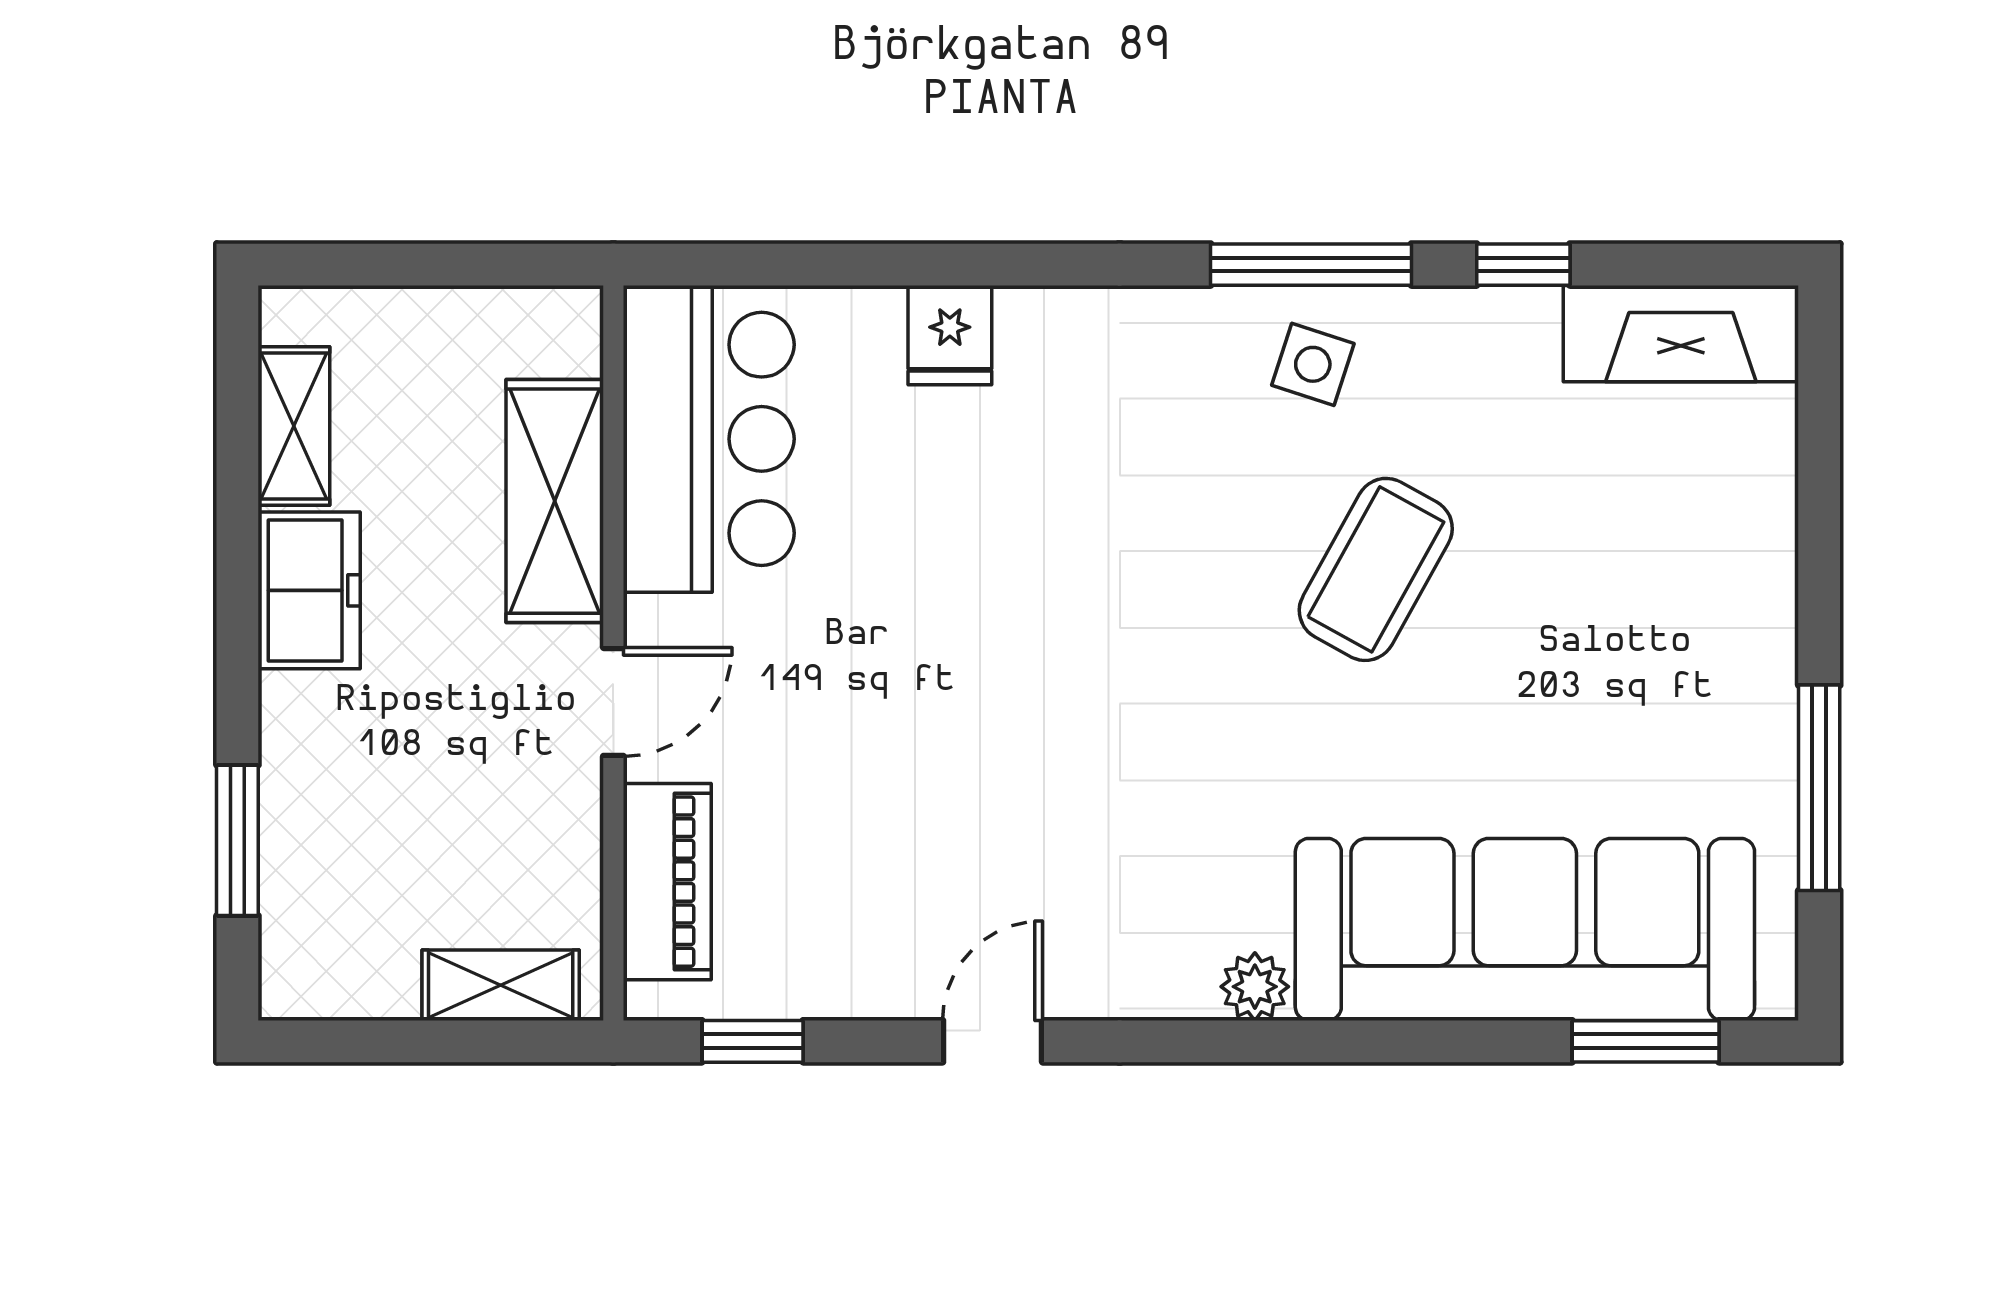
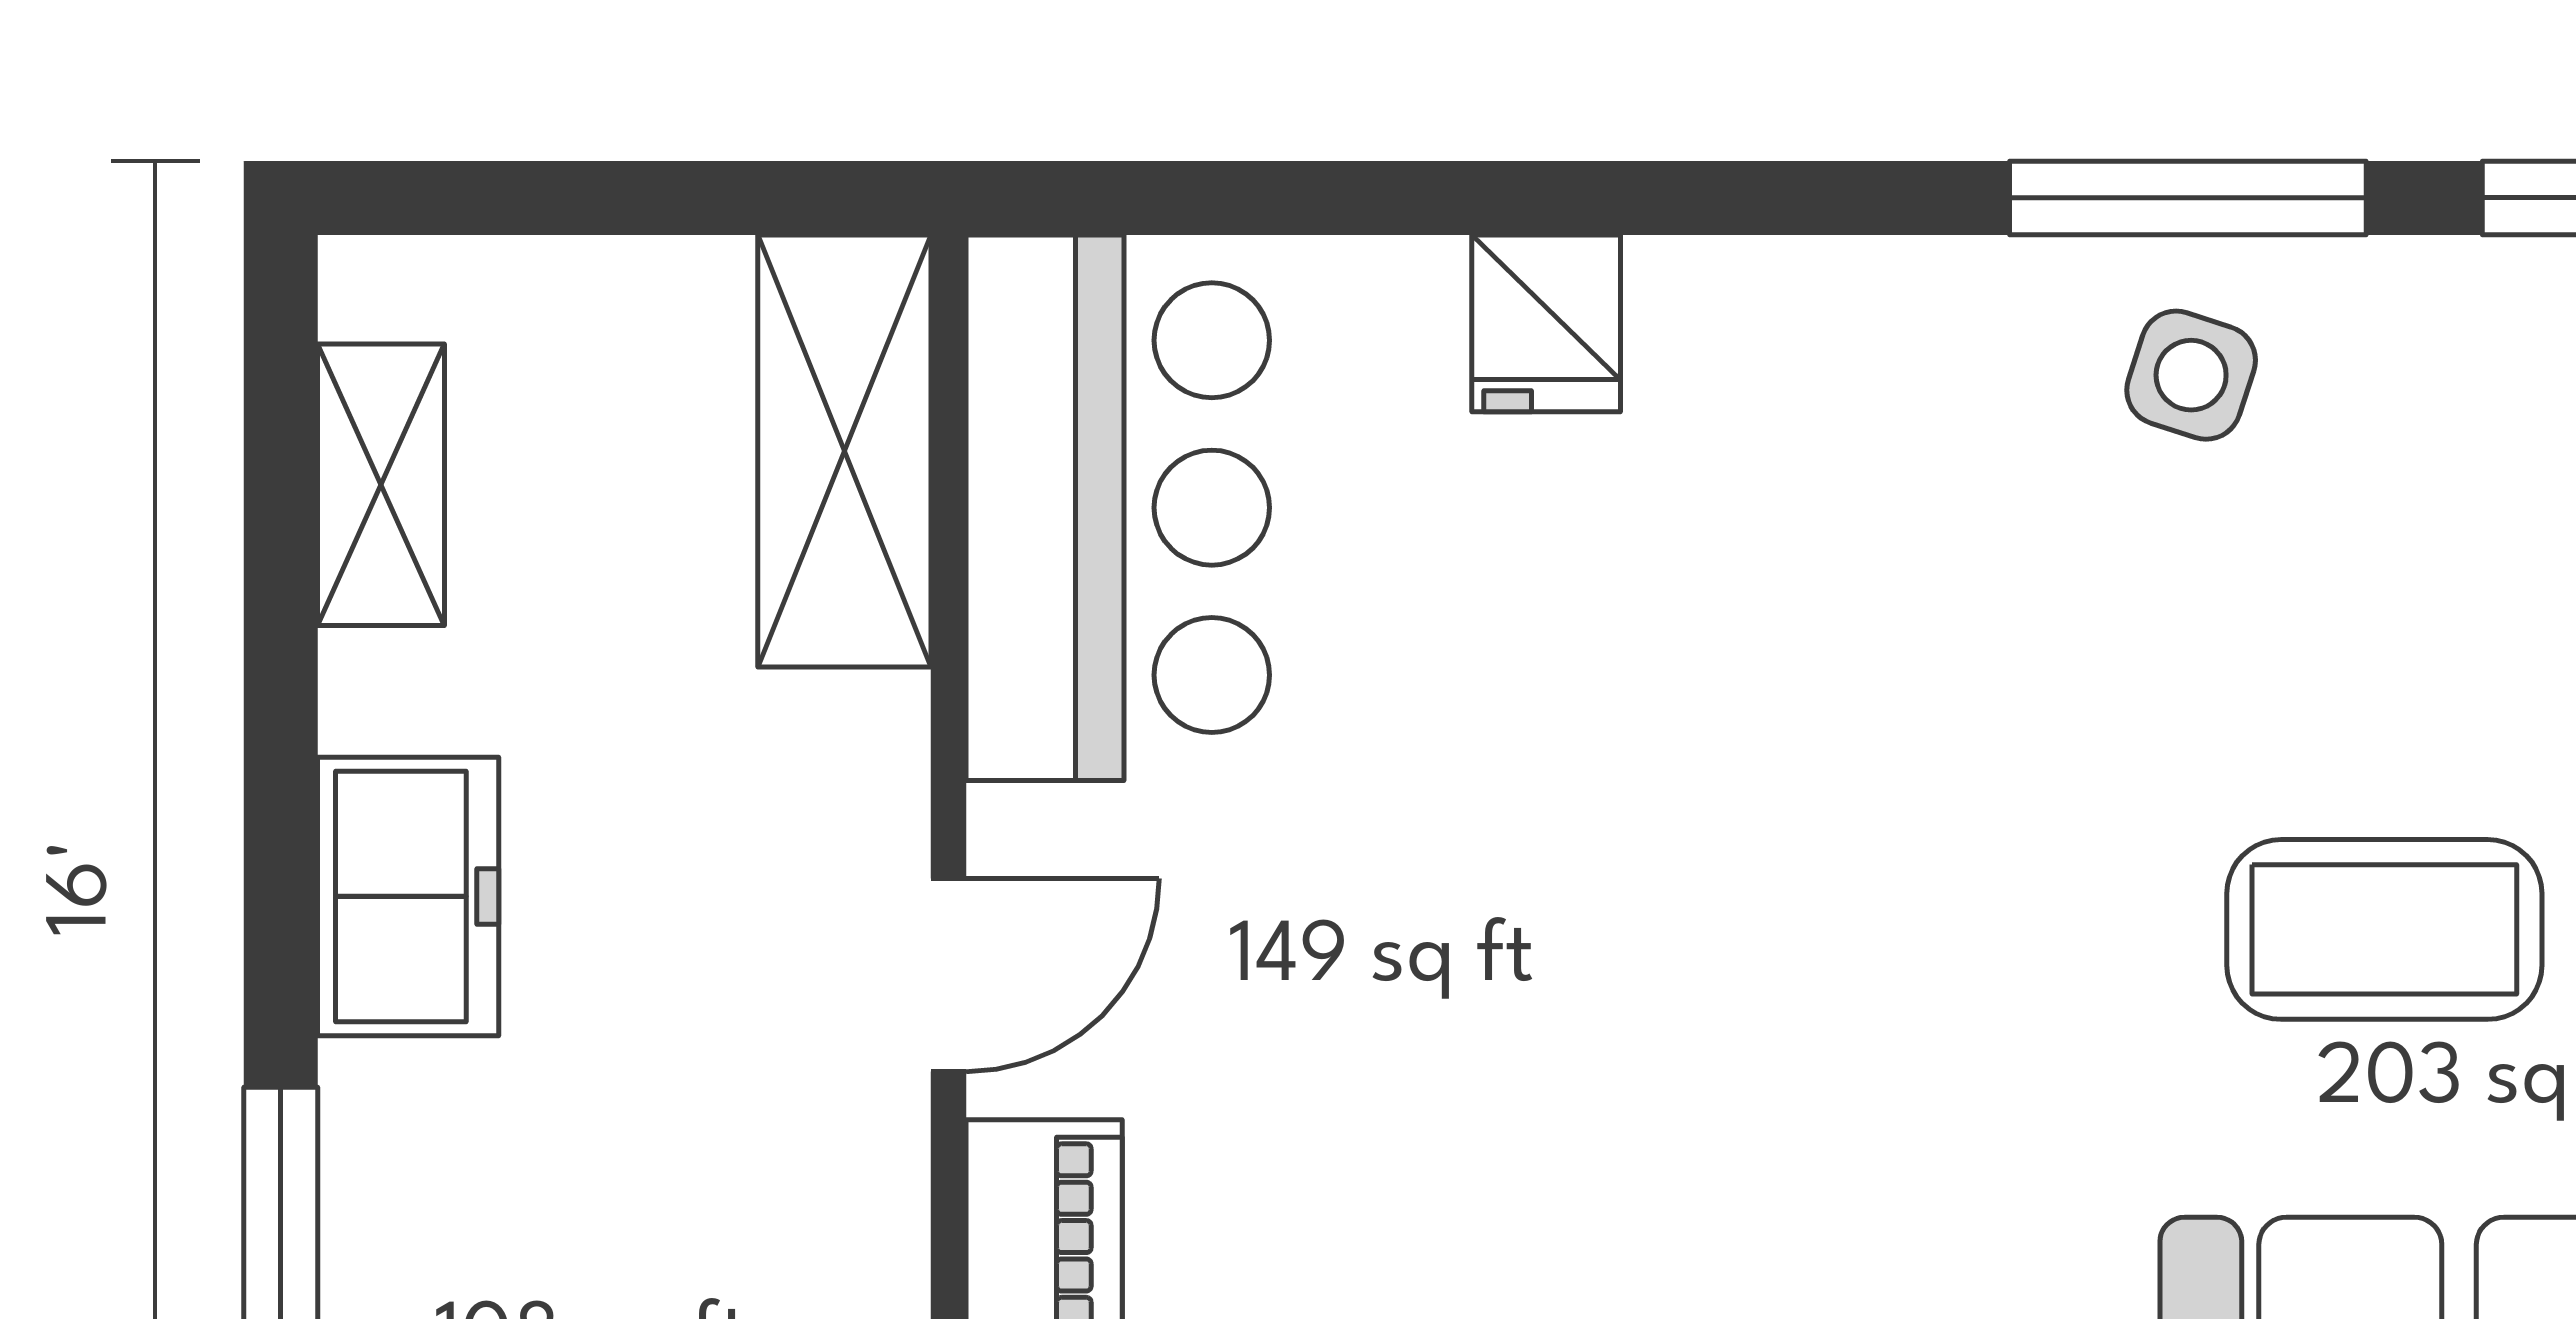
shelving: (555, 501) -> (844, 451), moved
coffee table: (1376, 569) -> (2384, 929), moved, turned 61
freezer: (309, 590) -> (408, 896), moved

